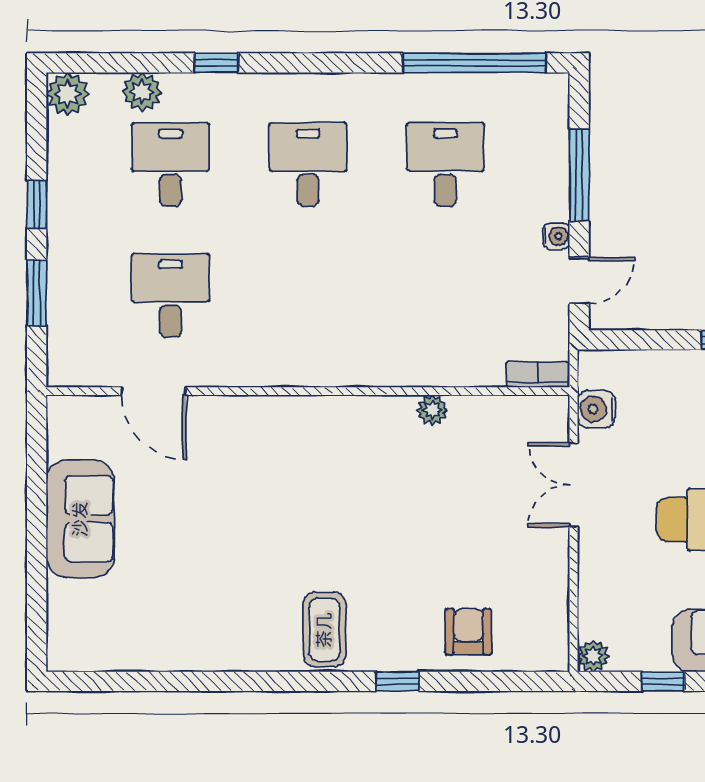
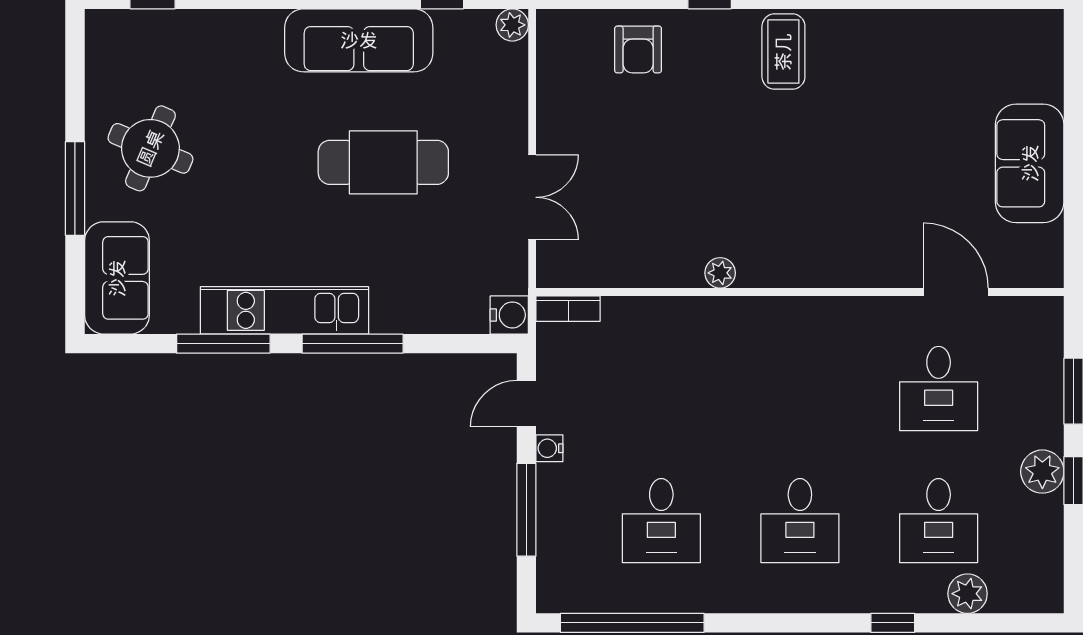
plant: (68, 94) -> (1042, 472), moved
water cooler: (596, 409) -> (509, 315), moved
plant: (432, 410) -> (720, 273), moved

